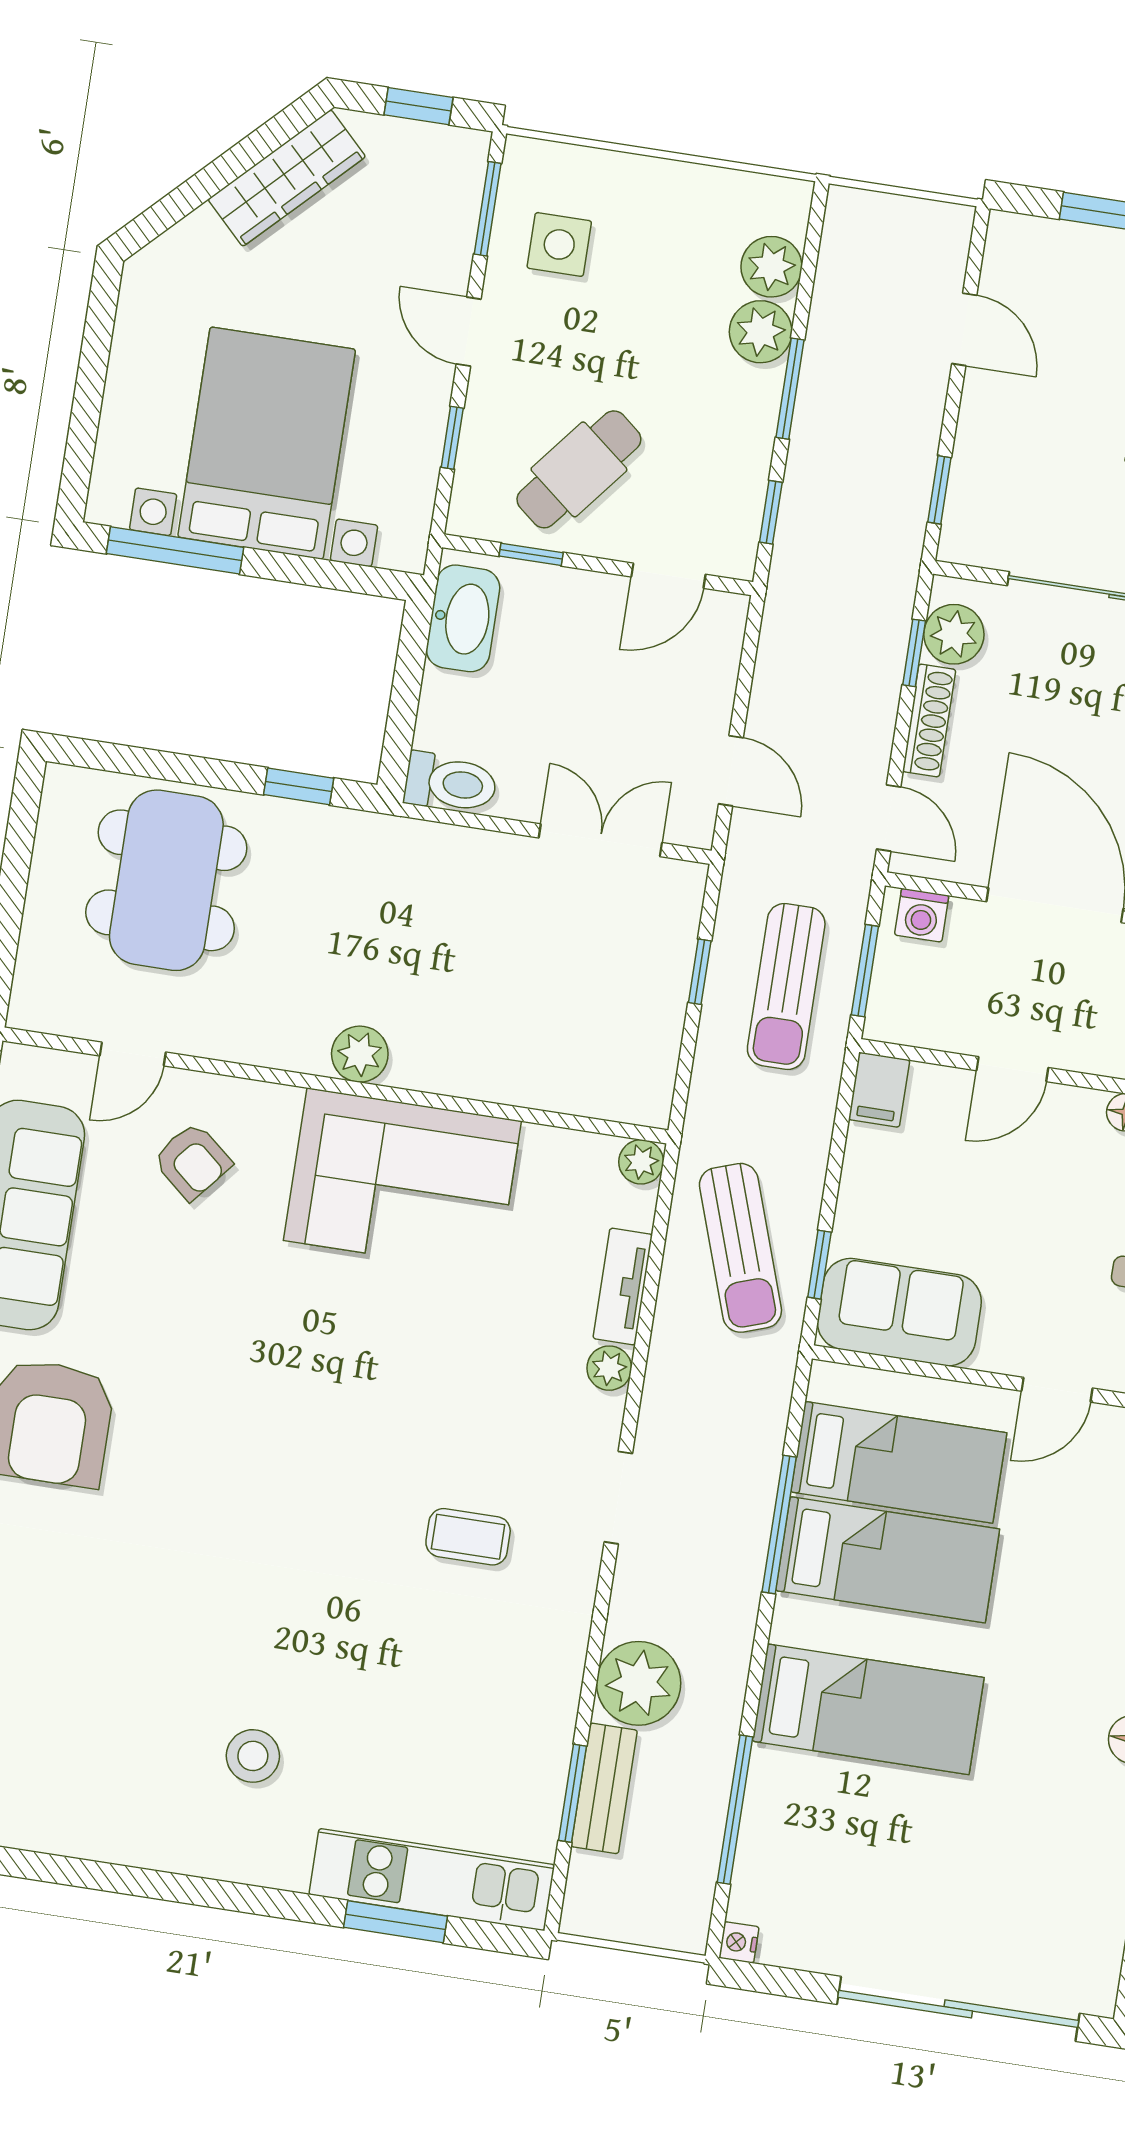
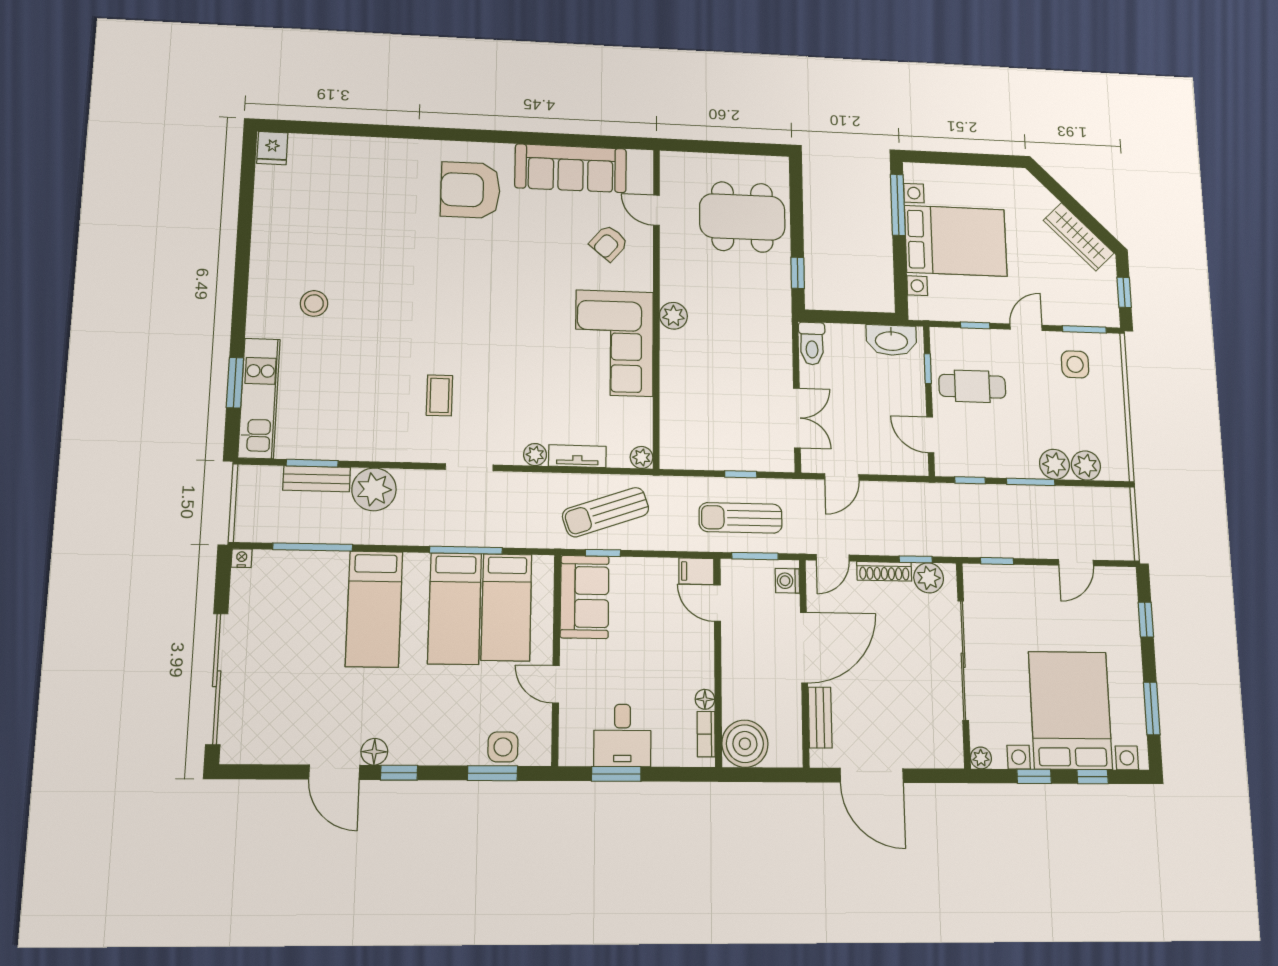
cafe table: (579, 469) -> (972, 386), turned -39
door: (1012, 1069) -> (717, 603), moved

